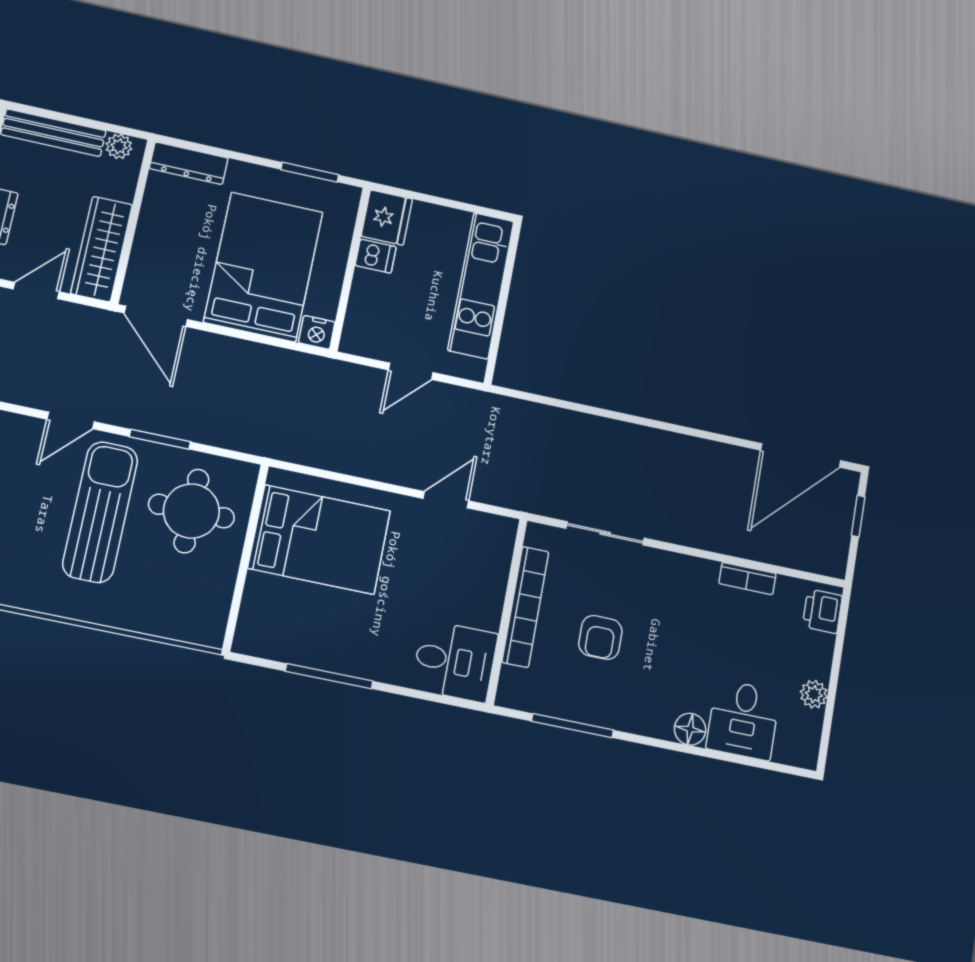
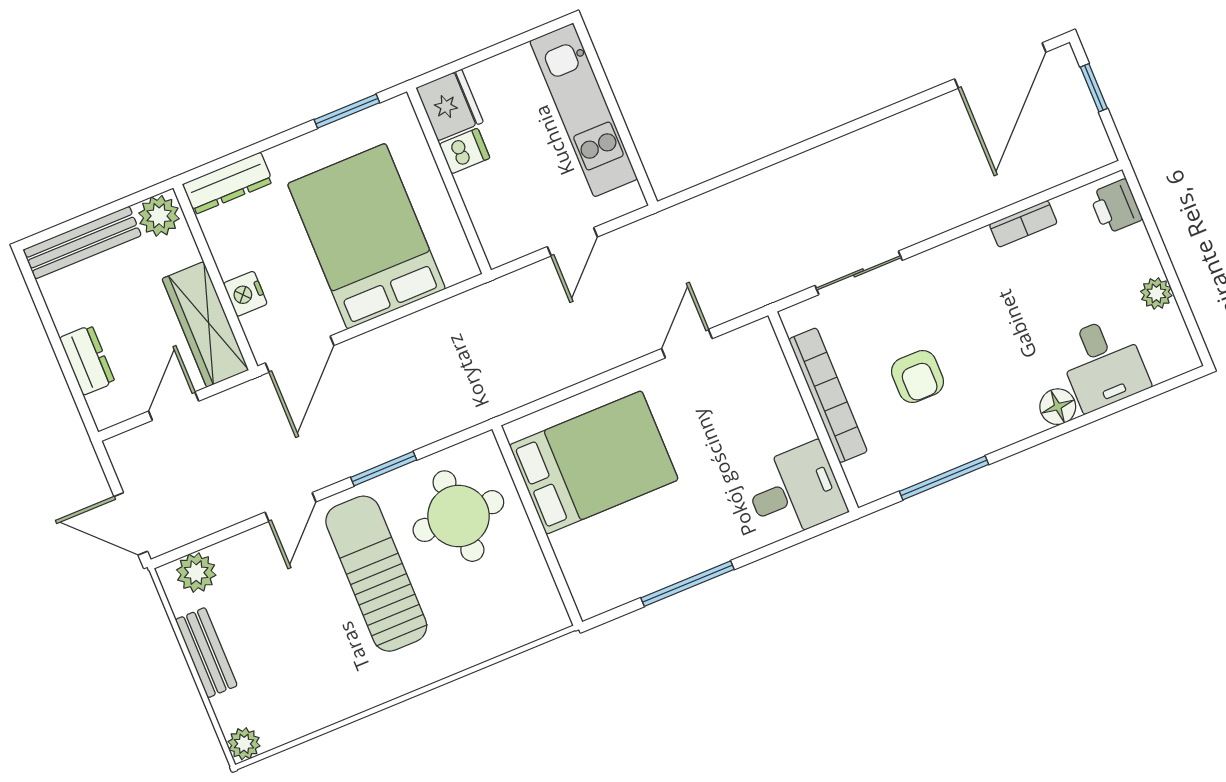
plant: (119, 146) -> (159, 216), width x1.38, depth x1.38
door: (156, 316) -> (300, 354), hinge flipped
nightstand: (317, 332) -> (245, 294), moved, turned 90

